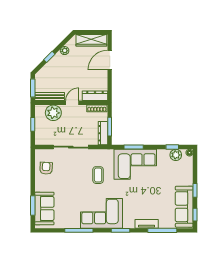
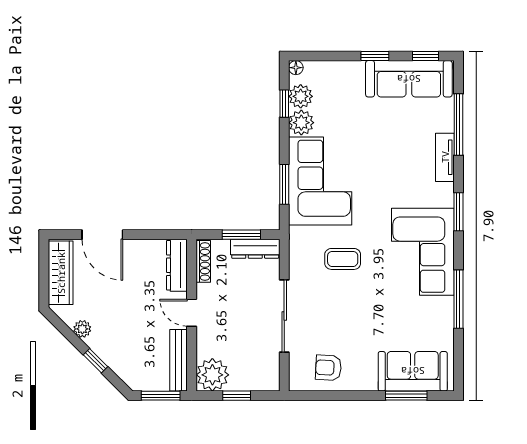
plant: (53, 113) -> (212, 375), moved
plant: (163, 155) -> (301, 123), added

